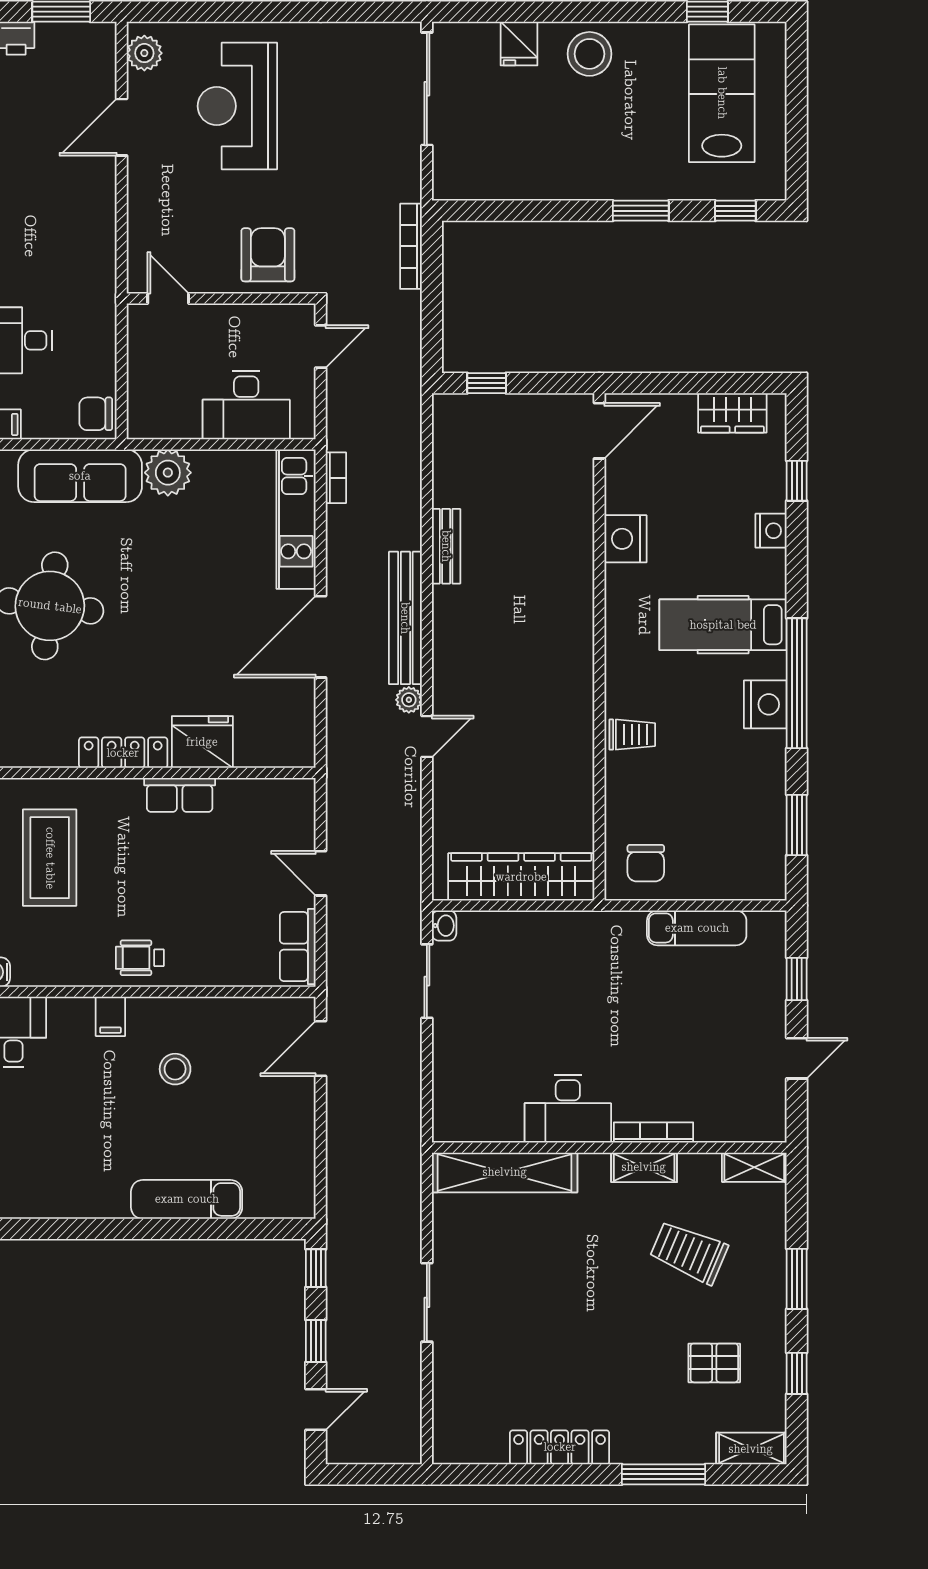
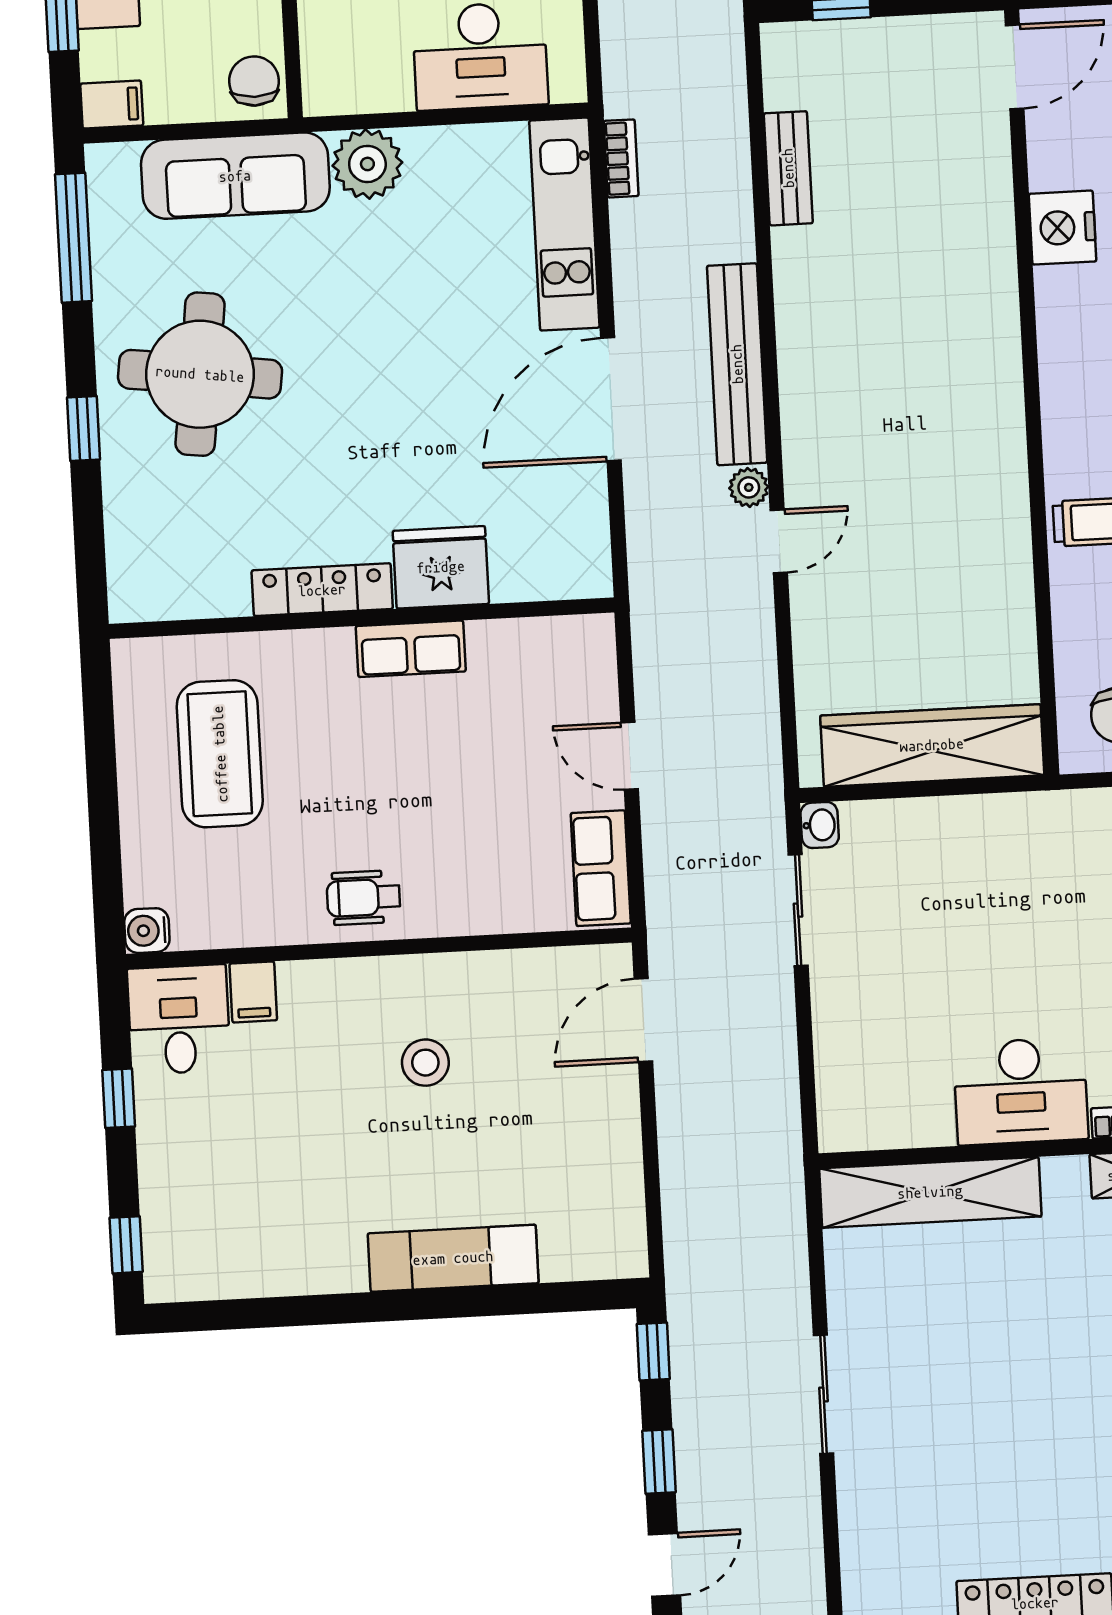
chair: (96, 414) -> (254, 81), turned 90
bench: (446, 546) -> (788, 168), moved
filing cabinet: (110, 1016) -> (253, 992), moved

